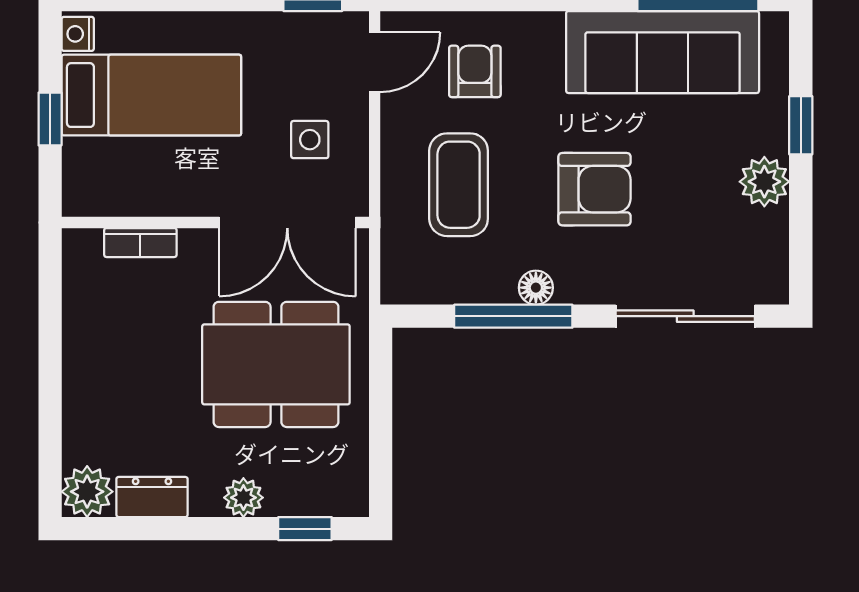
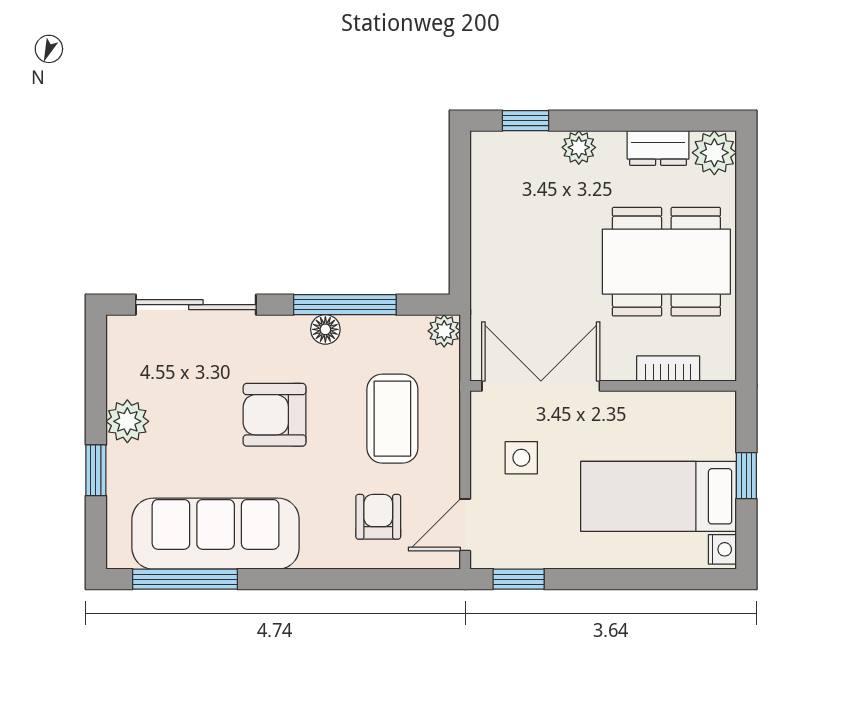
armchair: (475, 71) -> (378, 517), turned 180
plant: (399, 286) -> (444, 331), added
dining table: (276, 364) -> (666, 262), moved

